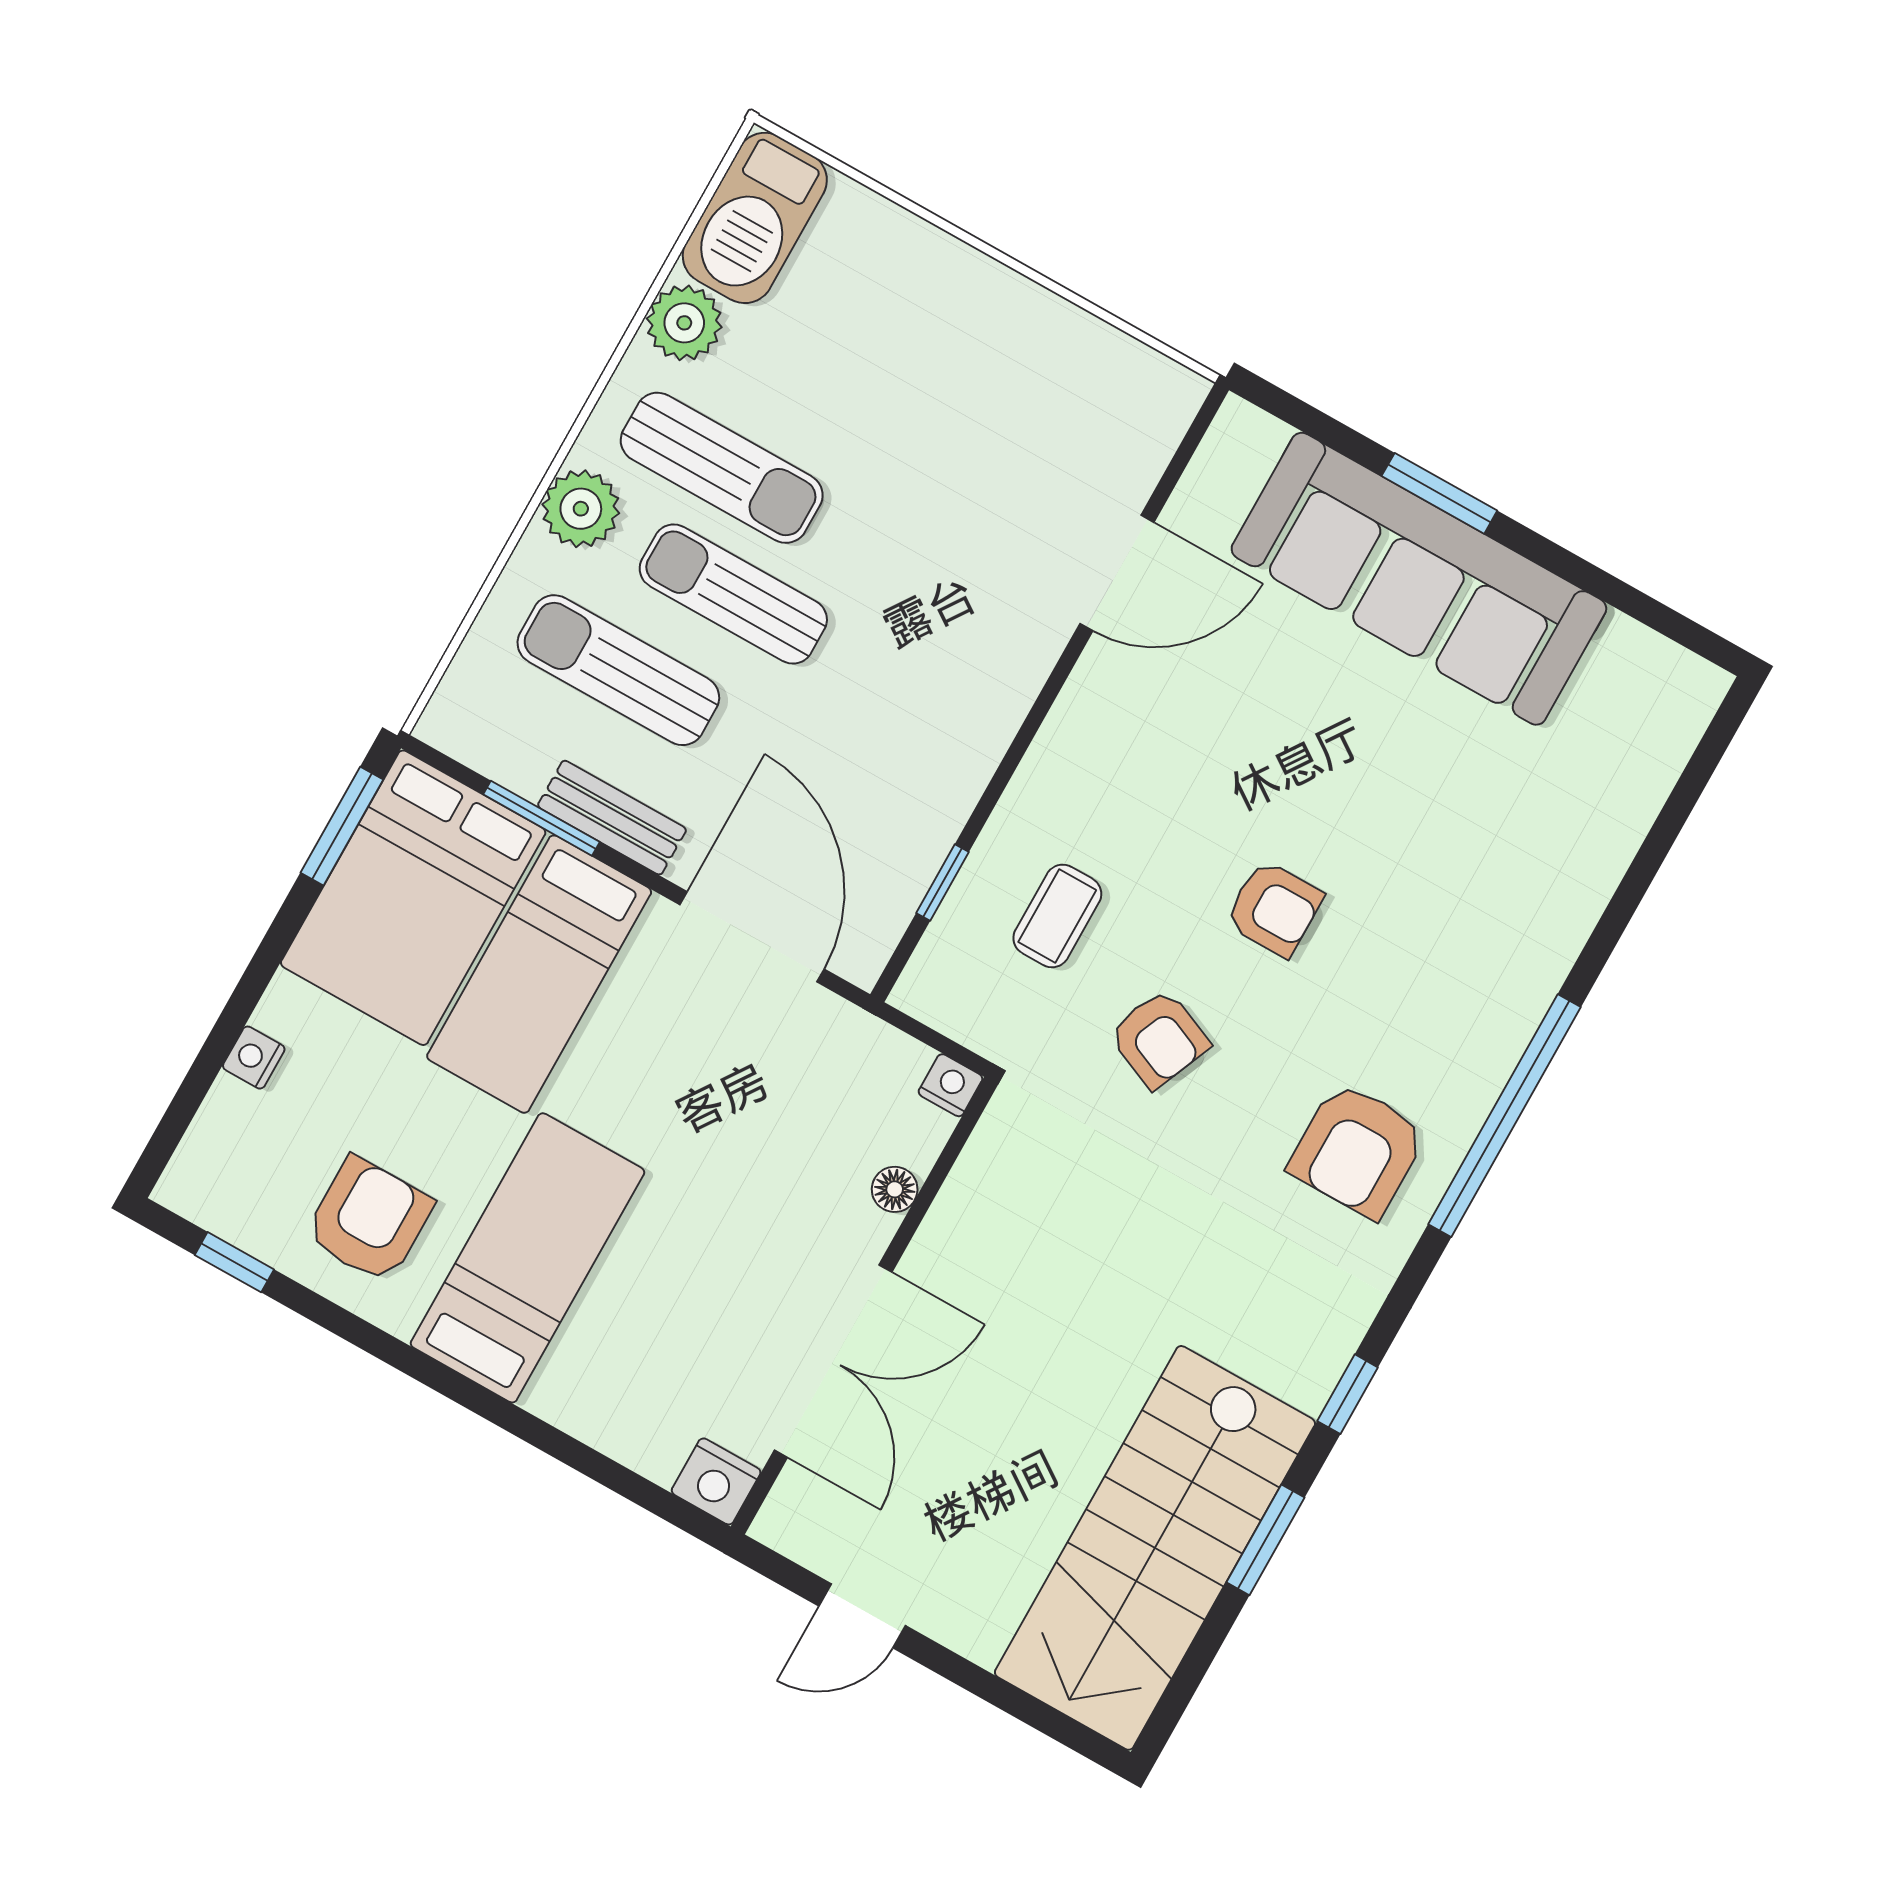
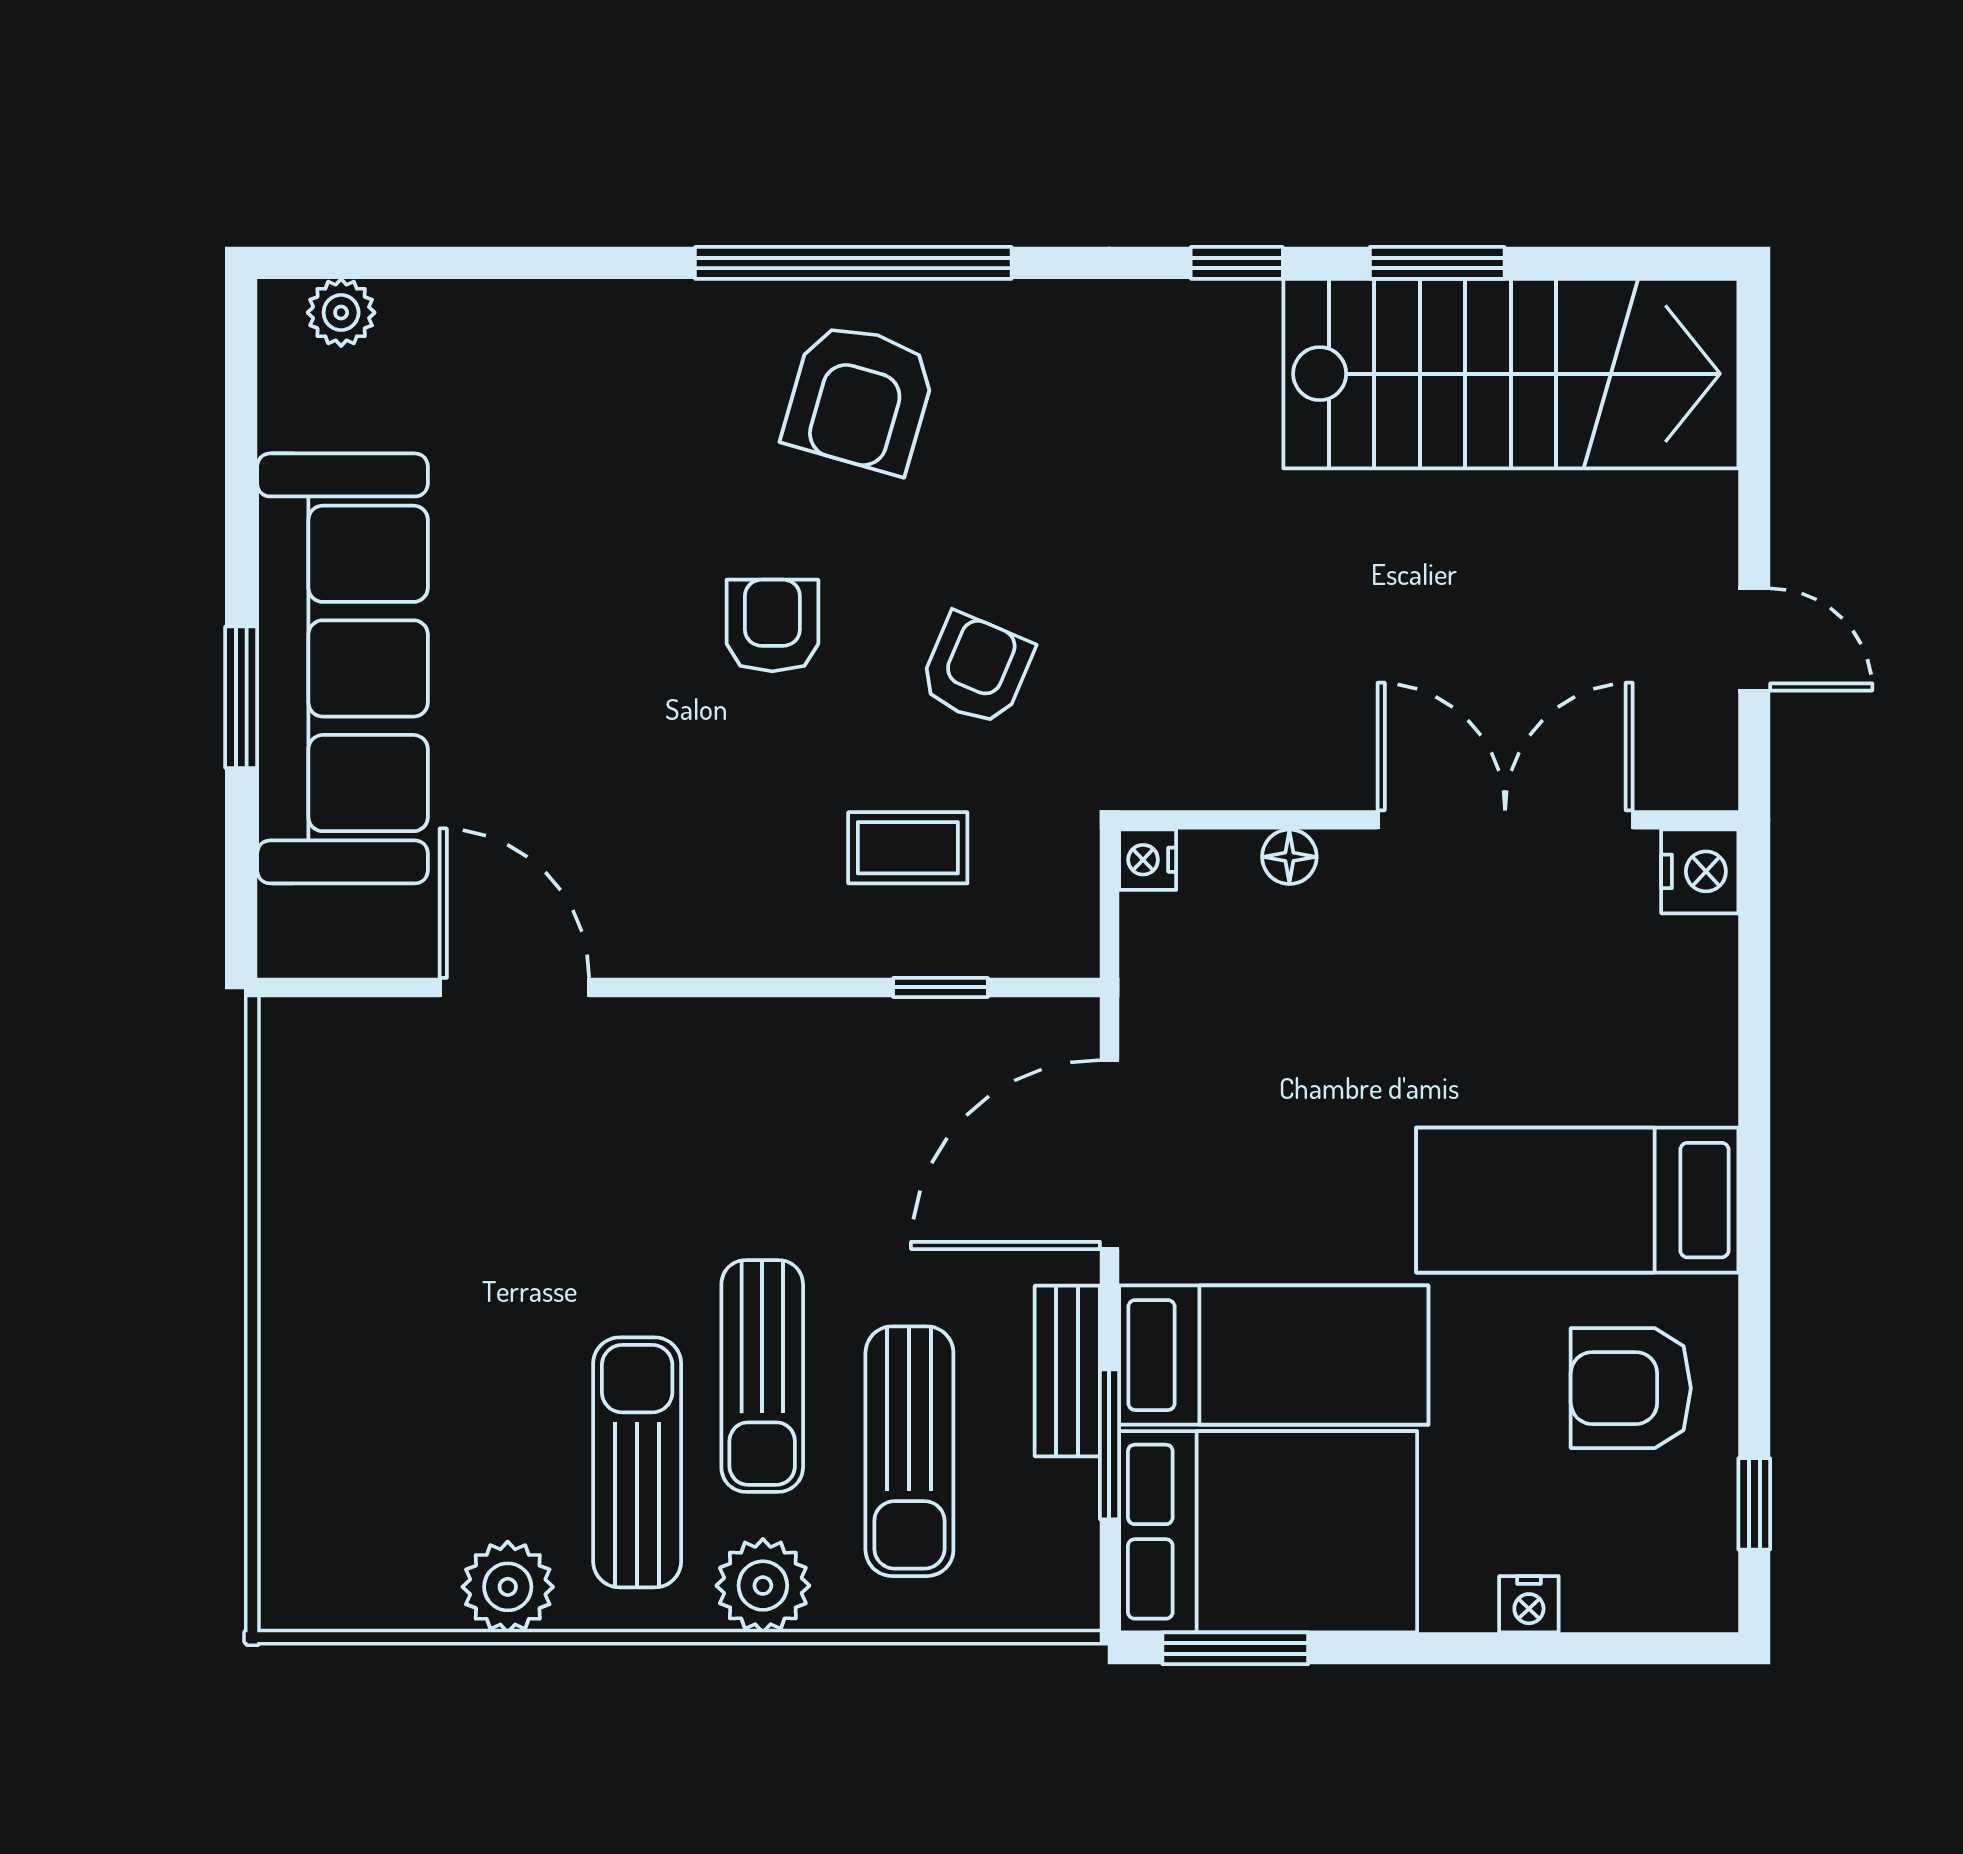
barbecue: (755, 218) -> (357, 1575), removed
plant: (1678, 723) -> (341, 313), added
armchair: (1358, 1150) -> (860, 398), moved, turned 106

